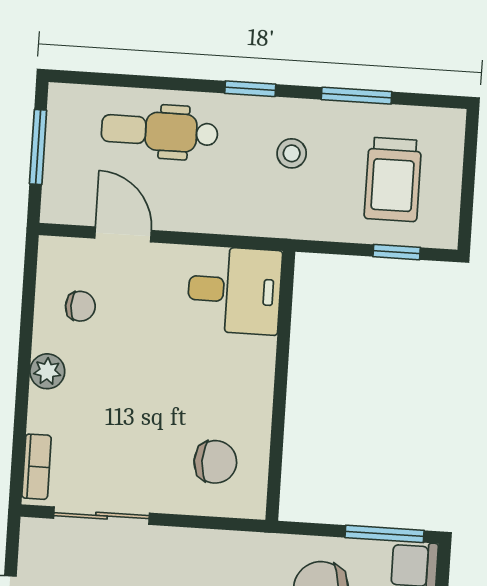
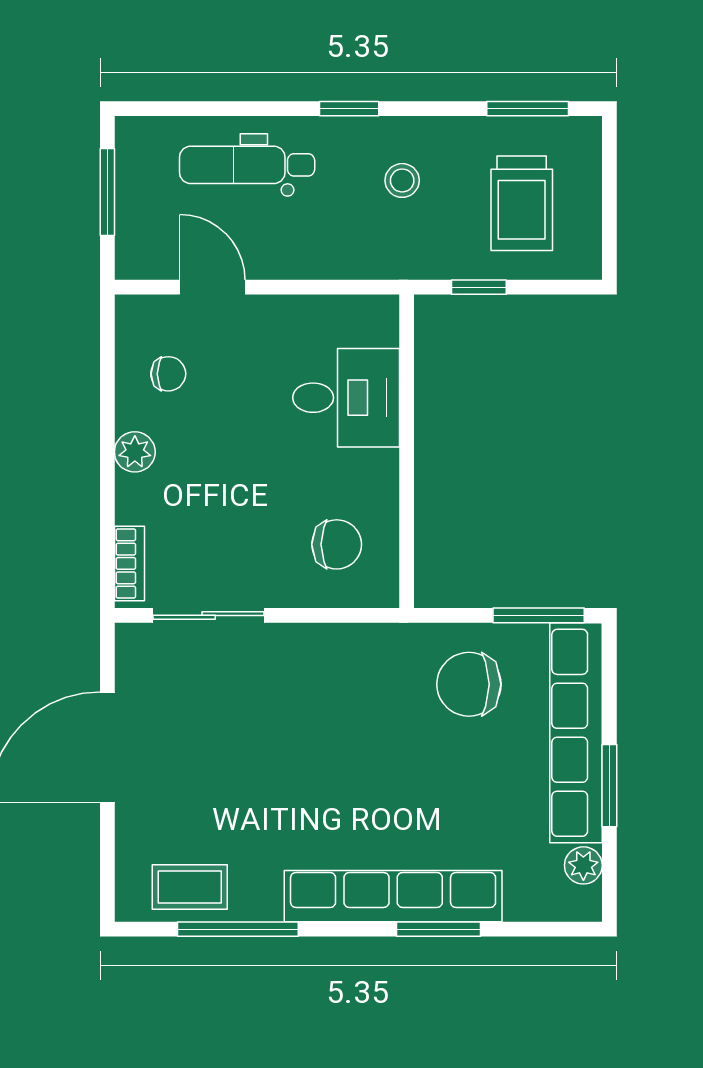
window: (356, 96) -> (528, 109), moved
window: (397, 252) -> (479, 287), moved
desk: (234, 290) -> (346, 398), moved

